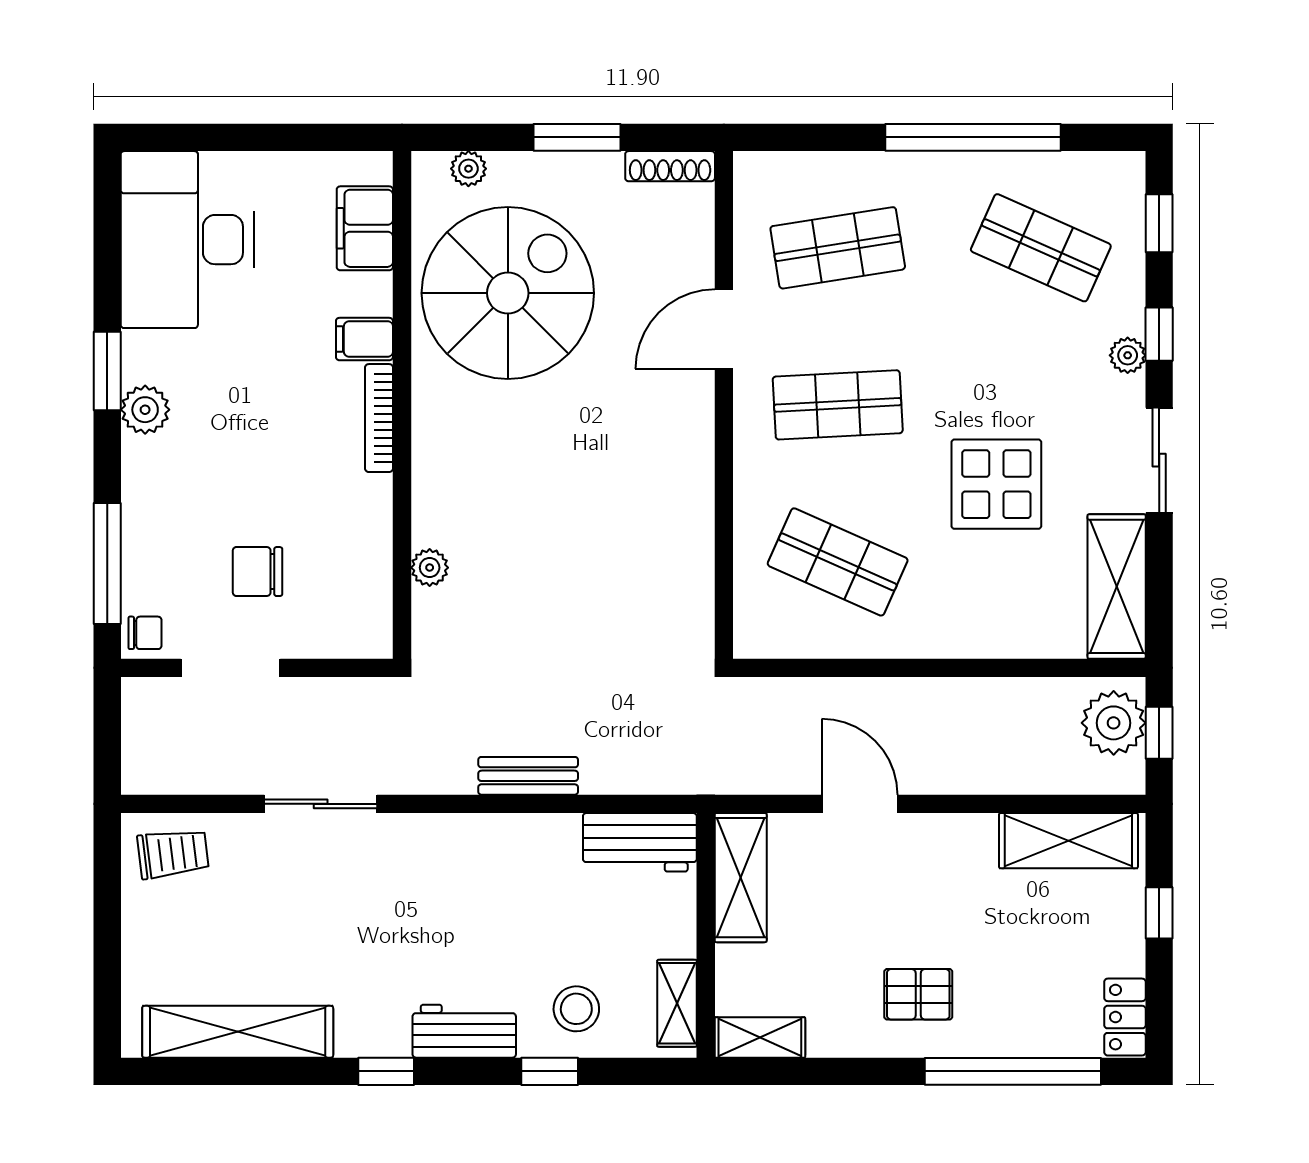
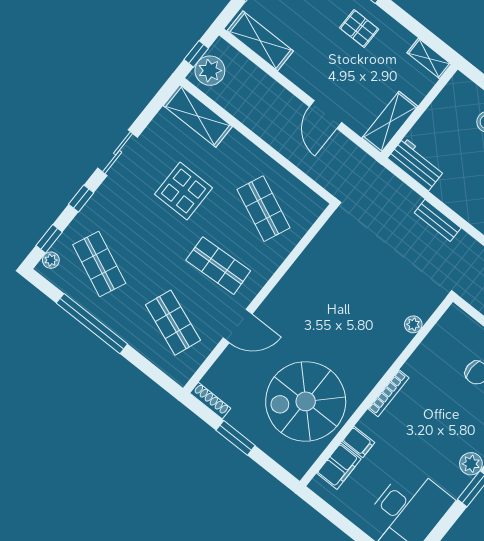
plant: (468, 169) -> (284, 458), removed
shop shelf: (838, 248) -> (173, 323), turned 30
filing cabinet: (364, 339) -> (358, 442), moved
plant: (1128, 355) -> (51, 260), moved
shelving: (1117, 586) -> (198, 116), moved, turned 90
shelving: (677, 1003) -> (449, 95), removed

